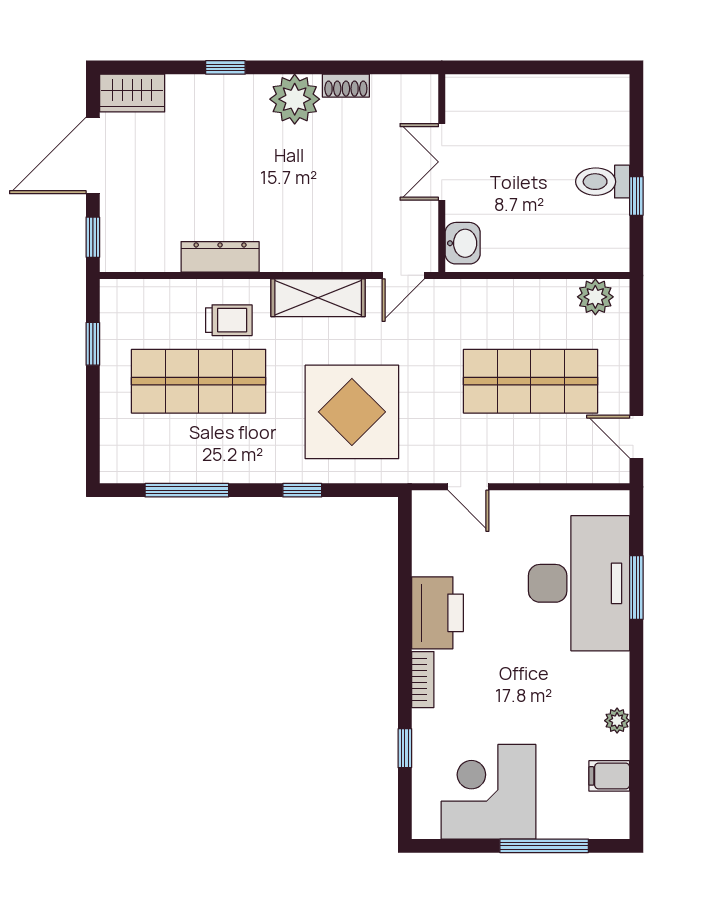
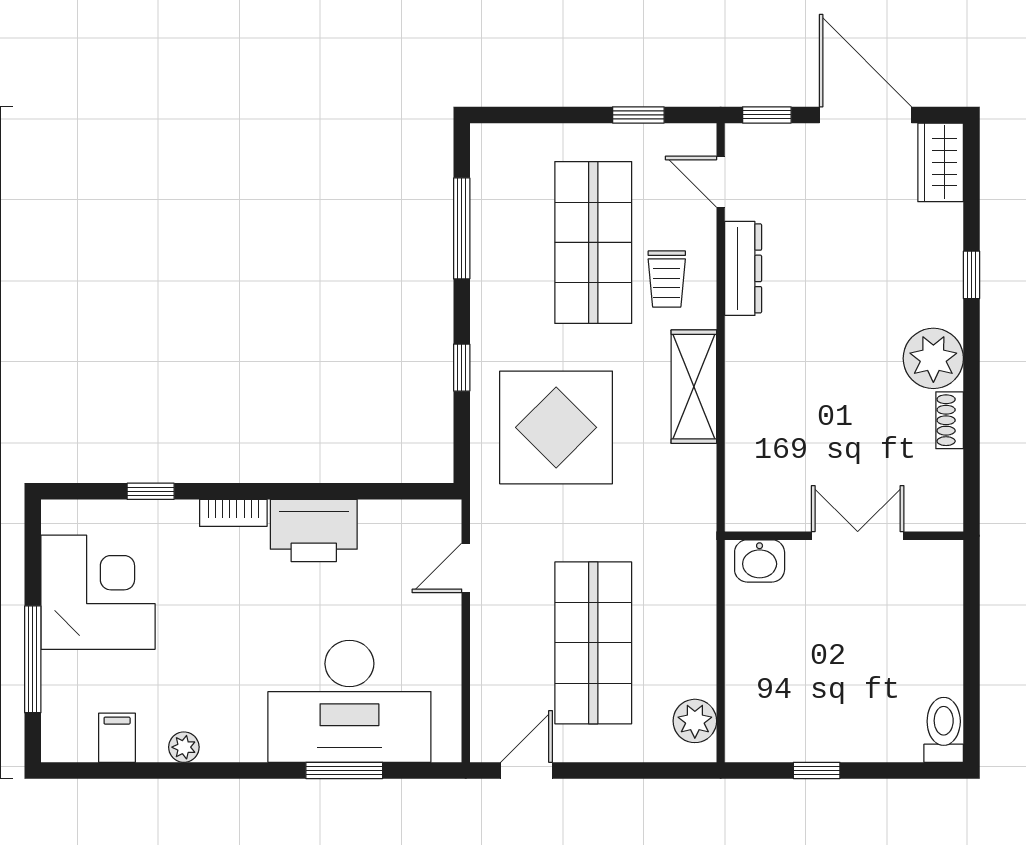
toilet: (603, 182) -> (944, 730), moved
door: (403, 275) -> (721, 182), moved

